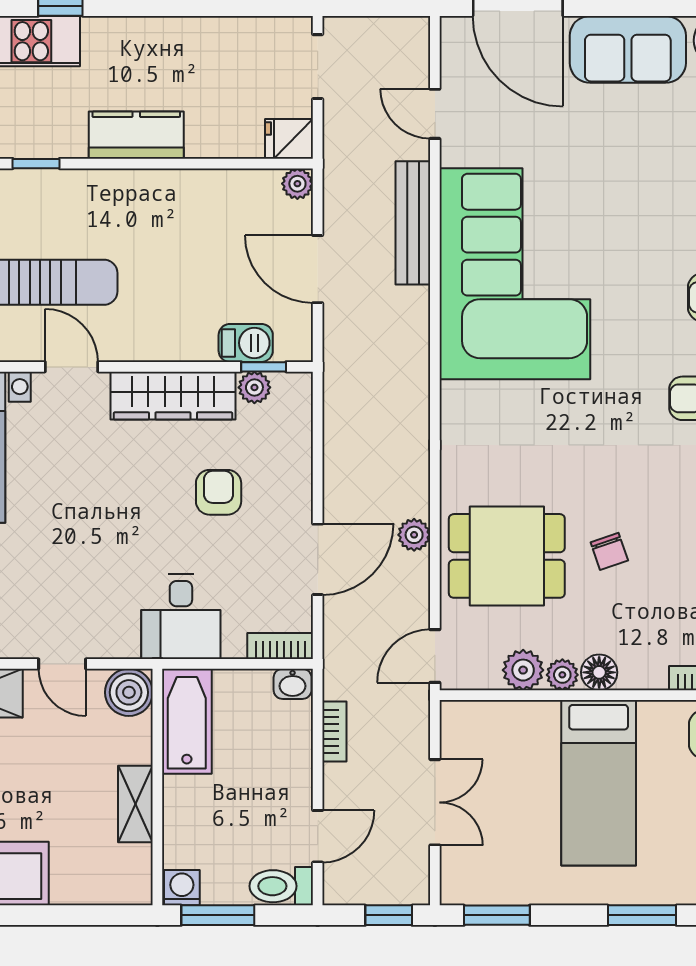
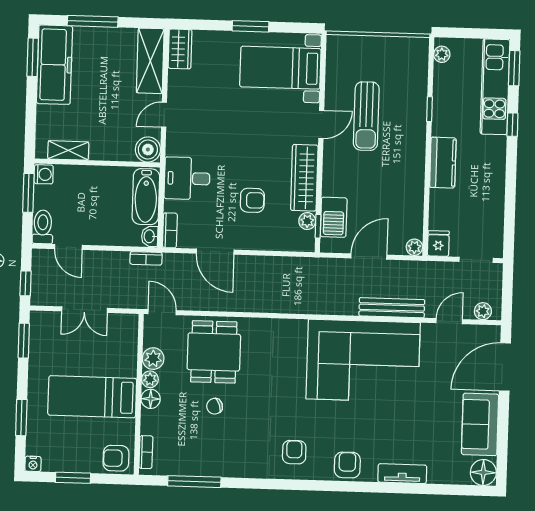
barbecue: (246, 343) -> (334, 217), width x1.38, depth x1.27
plant: (414, 535) -> (483, 311), moved
bathtub: (187, 721) -> (146, 197), moved, turned 90
bookcase: (334, 731) -> (146, 258), moved
shelving: (135, 804) -> (68, 150), moved

